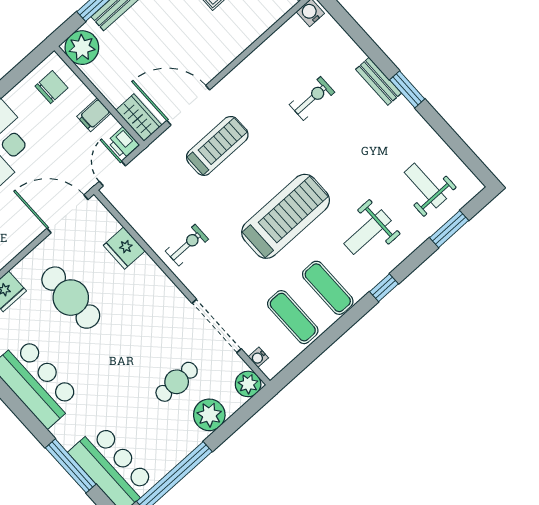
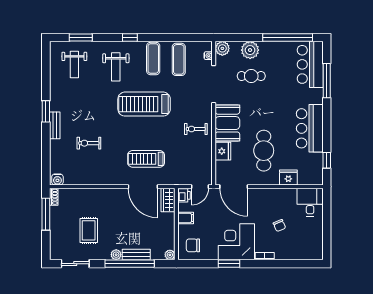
plant: (82, 48) -> (170, 255), width x0.53, depth x0.53
weight bench: (368, 232) -> (116, 67), turned 90
booth: (152, 291) -> (227, 123), added

